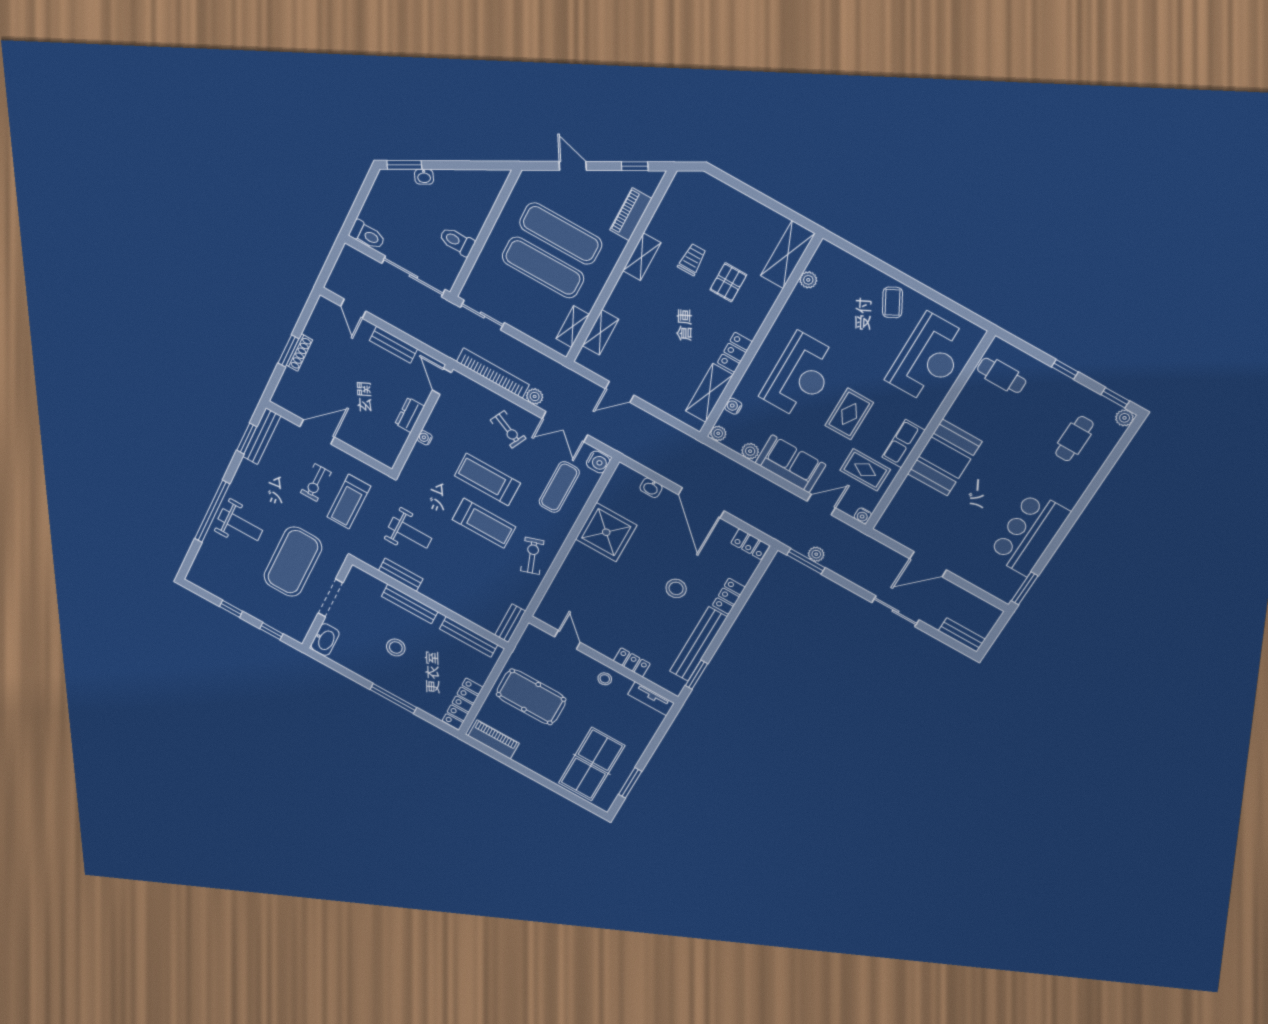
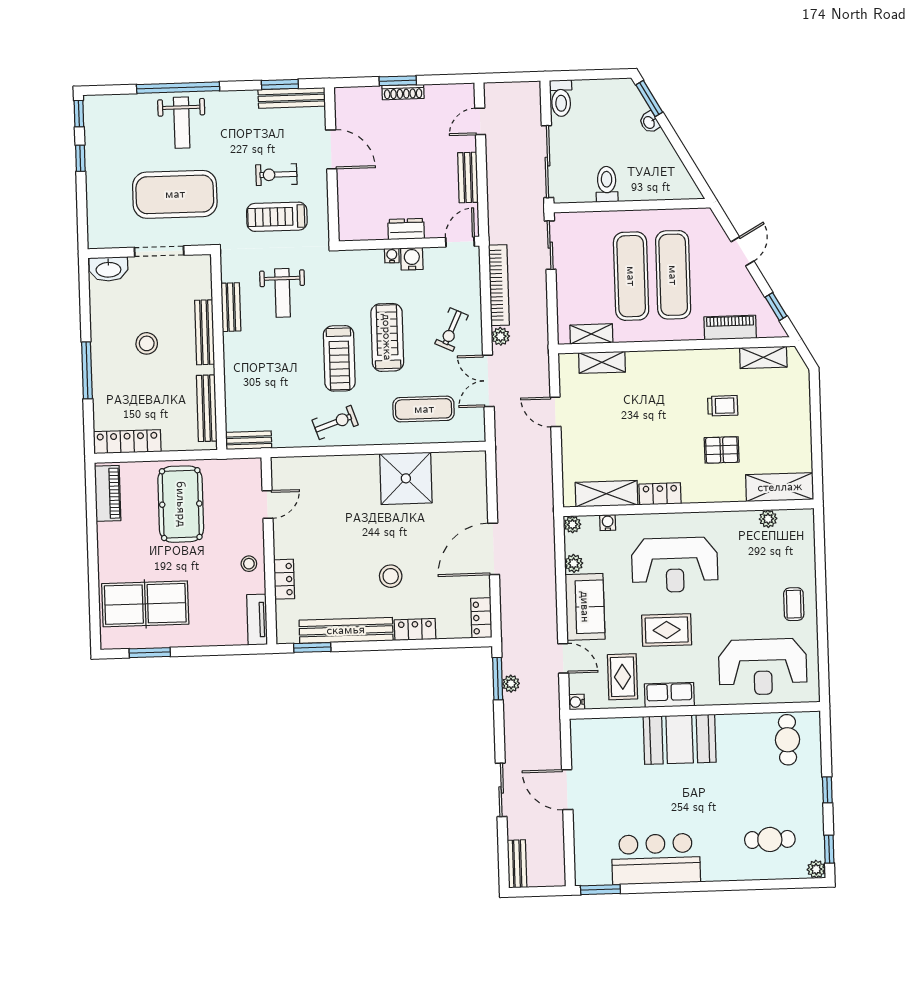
shelving: (642, 257) -> (763, 357), moved
coffee table: (892, 302) -> (794, 604), turned -62
water cooler: (598, 462) -> (412, 259), moved, turned 180
washbasin: (651, 488) -> (479, 494), removed
window: (271, 631) -> (79, 114), moved

